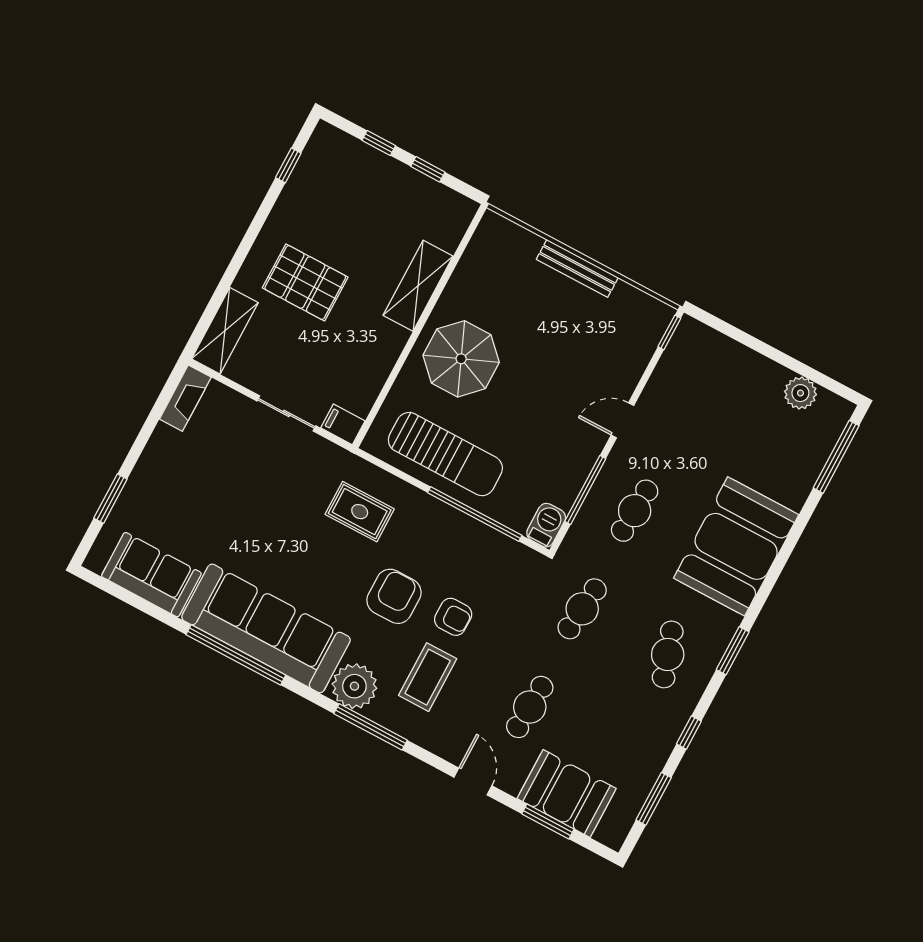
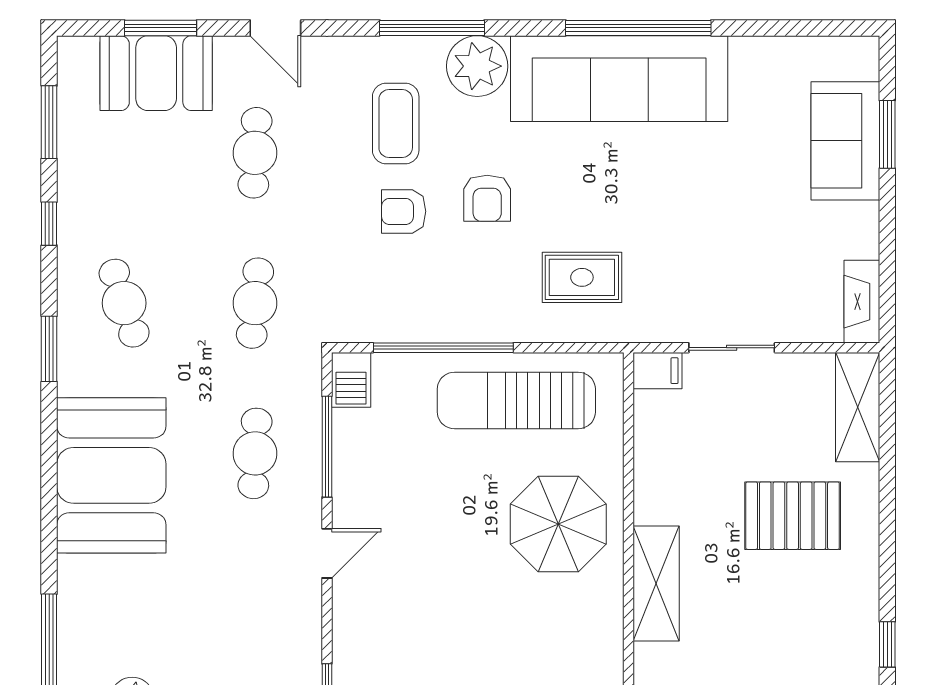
sofa: (151, 575) -> (845, 141), moved, turned 90
armchair: (394, 596) -> (487, 198), width x0.72, depth x0.72

